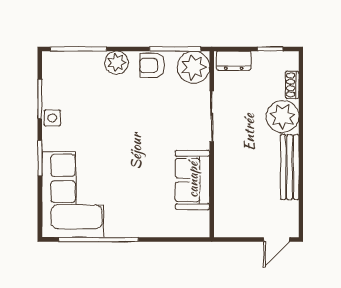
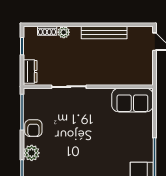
plant: (194, 67) -> (35, 99), removed
plant: (283, 116) -> (64, 32), width x0.53, depth x0.53
sofa: (193, 180) -> (132, 100), moved

